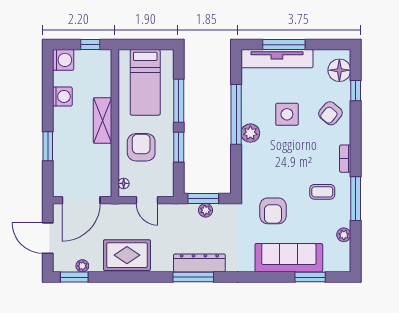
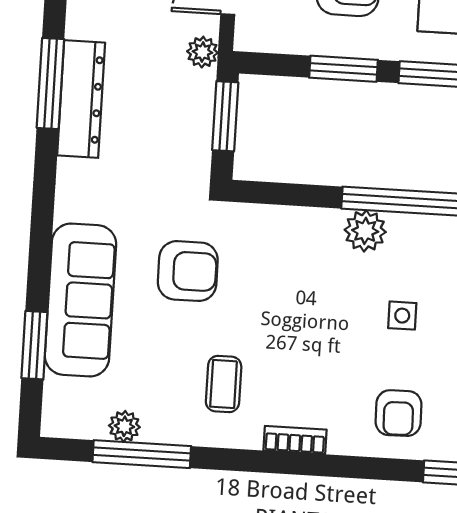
armchair: (330, 113) -> (398, 413), turned -131
side table: (287, 114) -> (402, 316), width x0.54, depth x0.54
window: (356, 199) -> (142, 454), moved
plant: (206, 210) -> (202, 52), moved
armchair: (273, 211) -> (188, 271), turned 180

